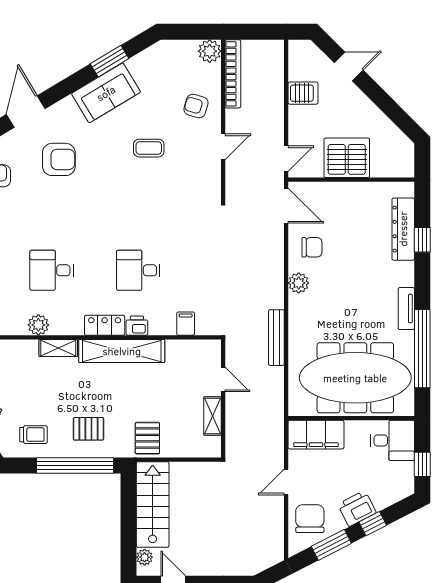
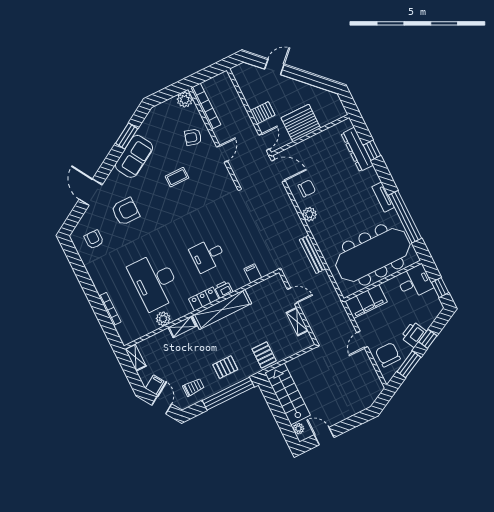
server rack: (303, 93) -> (263, 113), moved
desk: (52, 270) -> (155, 281), width x1.87, depth x1.30

